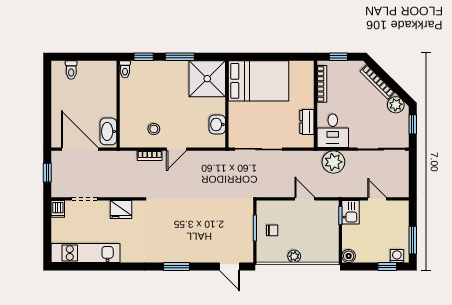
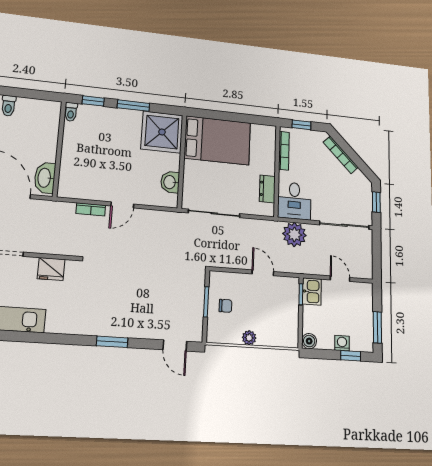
plant: (396, 105) -> (359, 180), removed
stool: (154, 129) -> (98, 180), removed
washing machine: (397, 256) -> (342, 343), moved

